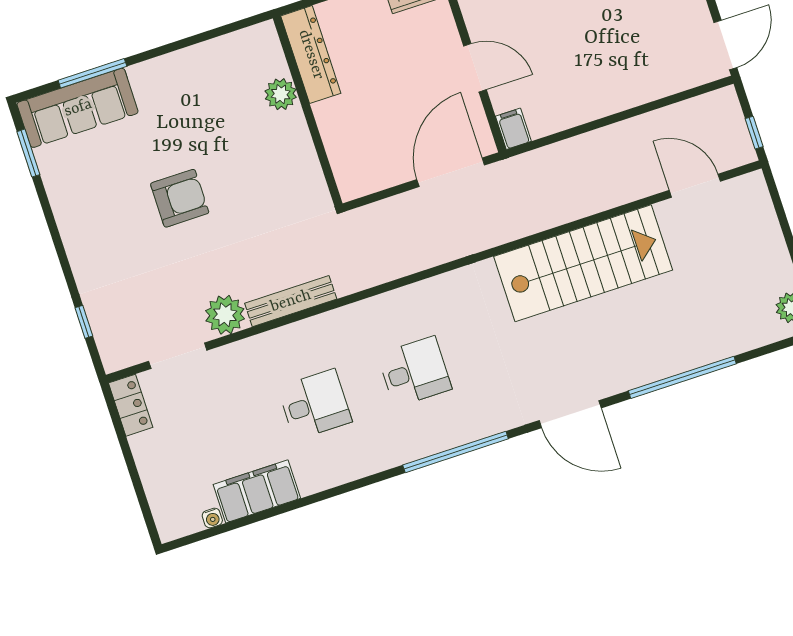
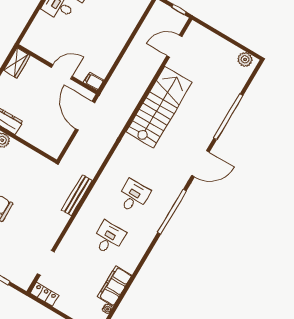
bench: (291, 301) -> (77, 195), moved
plant: (225, 315) -> (50, 234), removed

